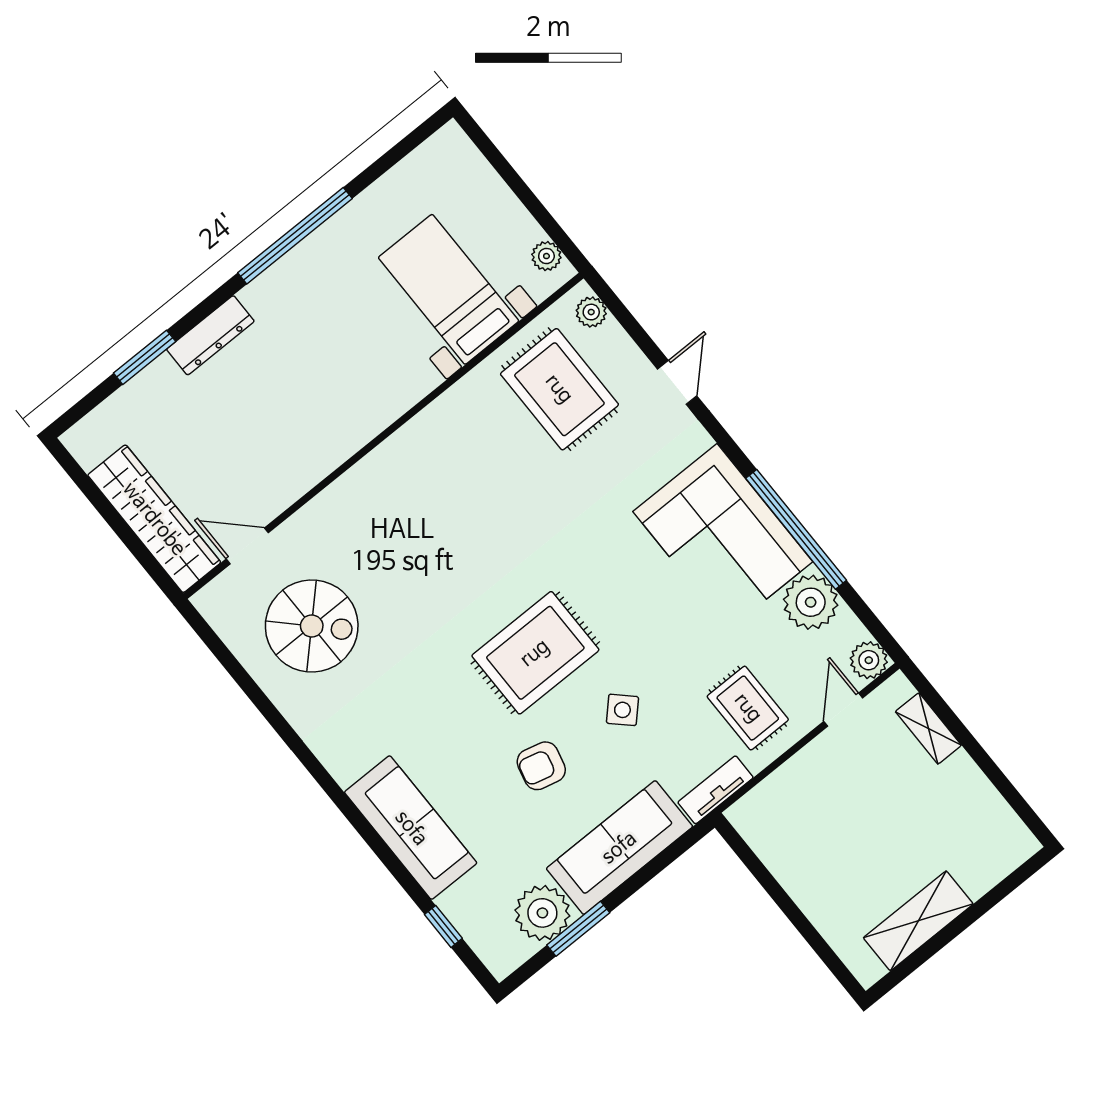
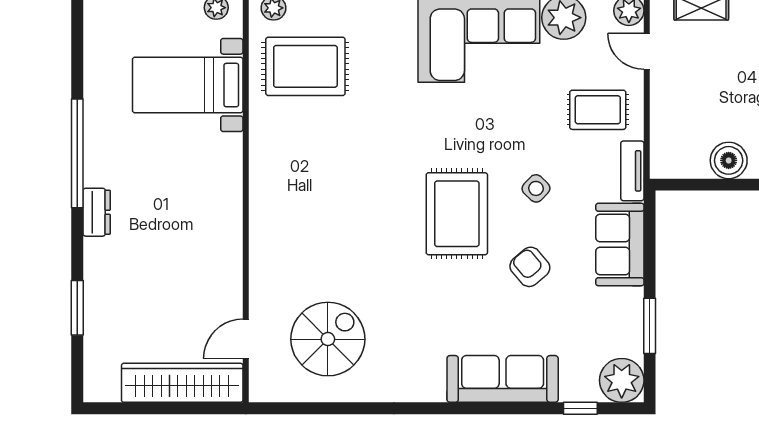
dresser: (210, 335) -> (97, 212), moved, width x0.70
armchair: (541, 766) -> (530, 267), turned 126
sofa: (619, 848) -> (620, 244), width x0.73
boiler: (802, 875) -> (729, 160), added
plant: (542, 913) -> (622, 380), moved

